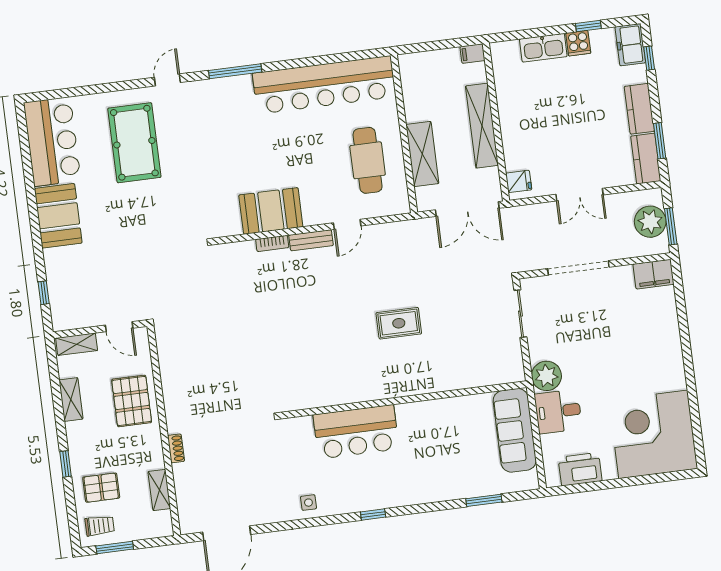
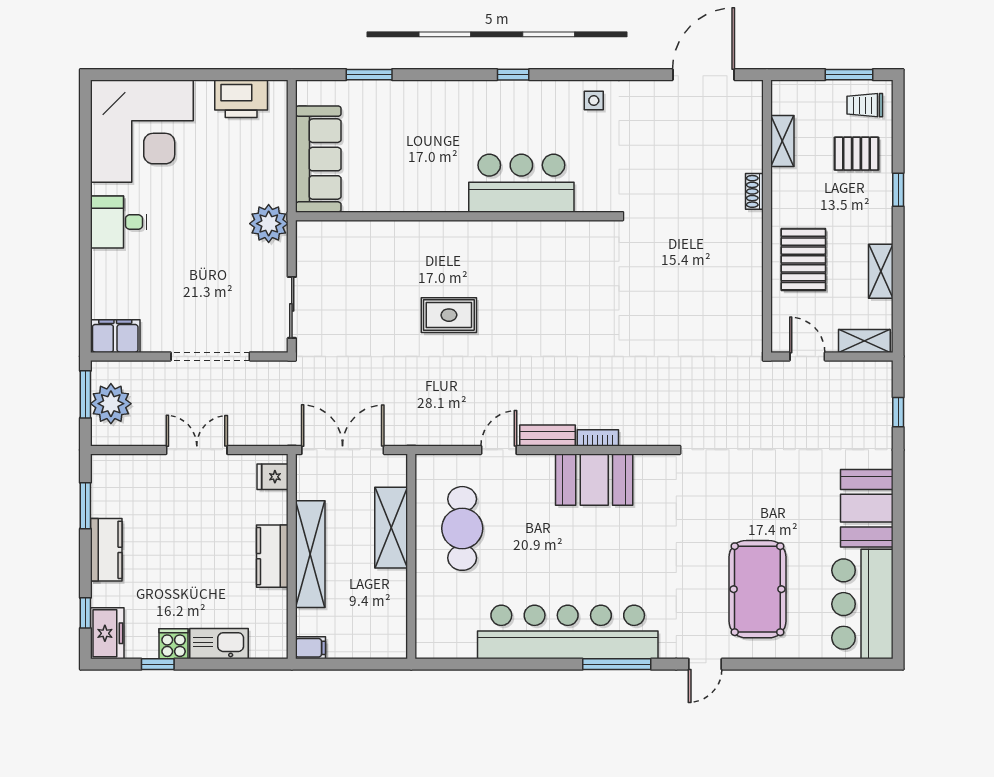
bar counter: (324, 85) -> (568, 632), moved
kitchen counter: (646, 159) -> (272, 556), moved, turned 180
desk: (558, 411) -> (119, 222), moved, turned 180

